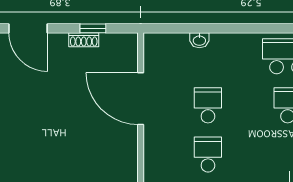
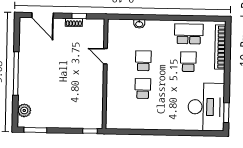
door: (141, 99) -> (105, 56), width x0.53

